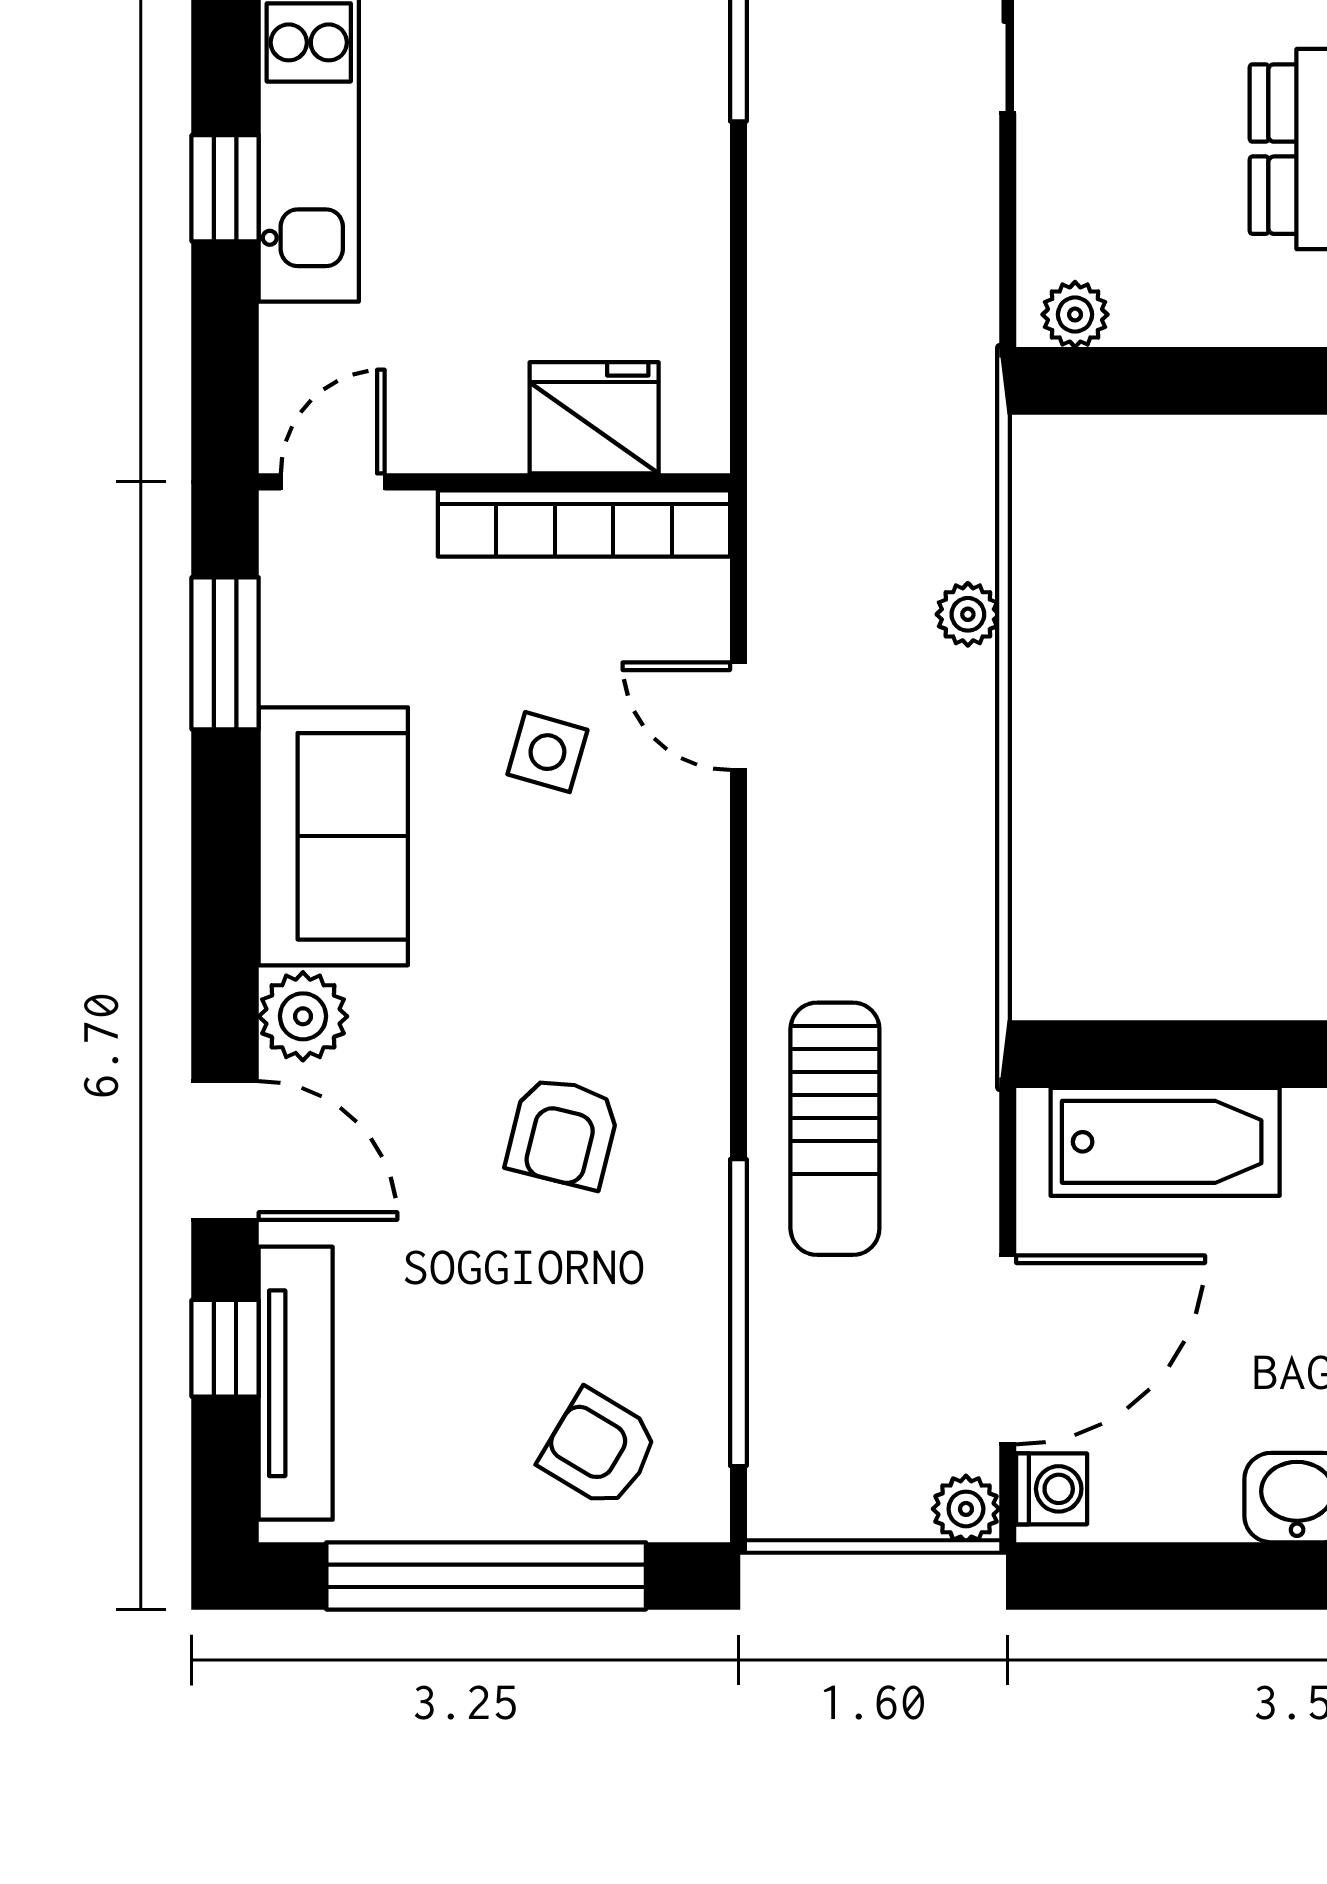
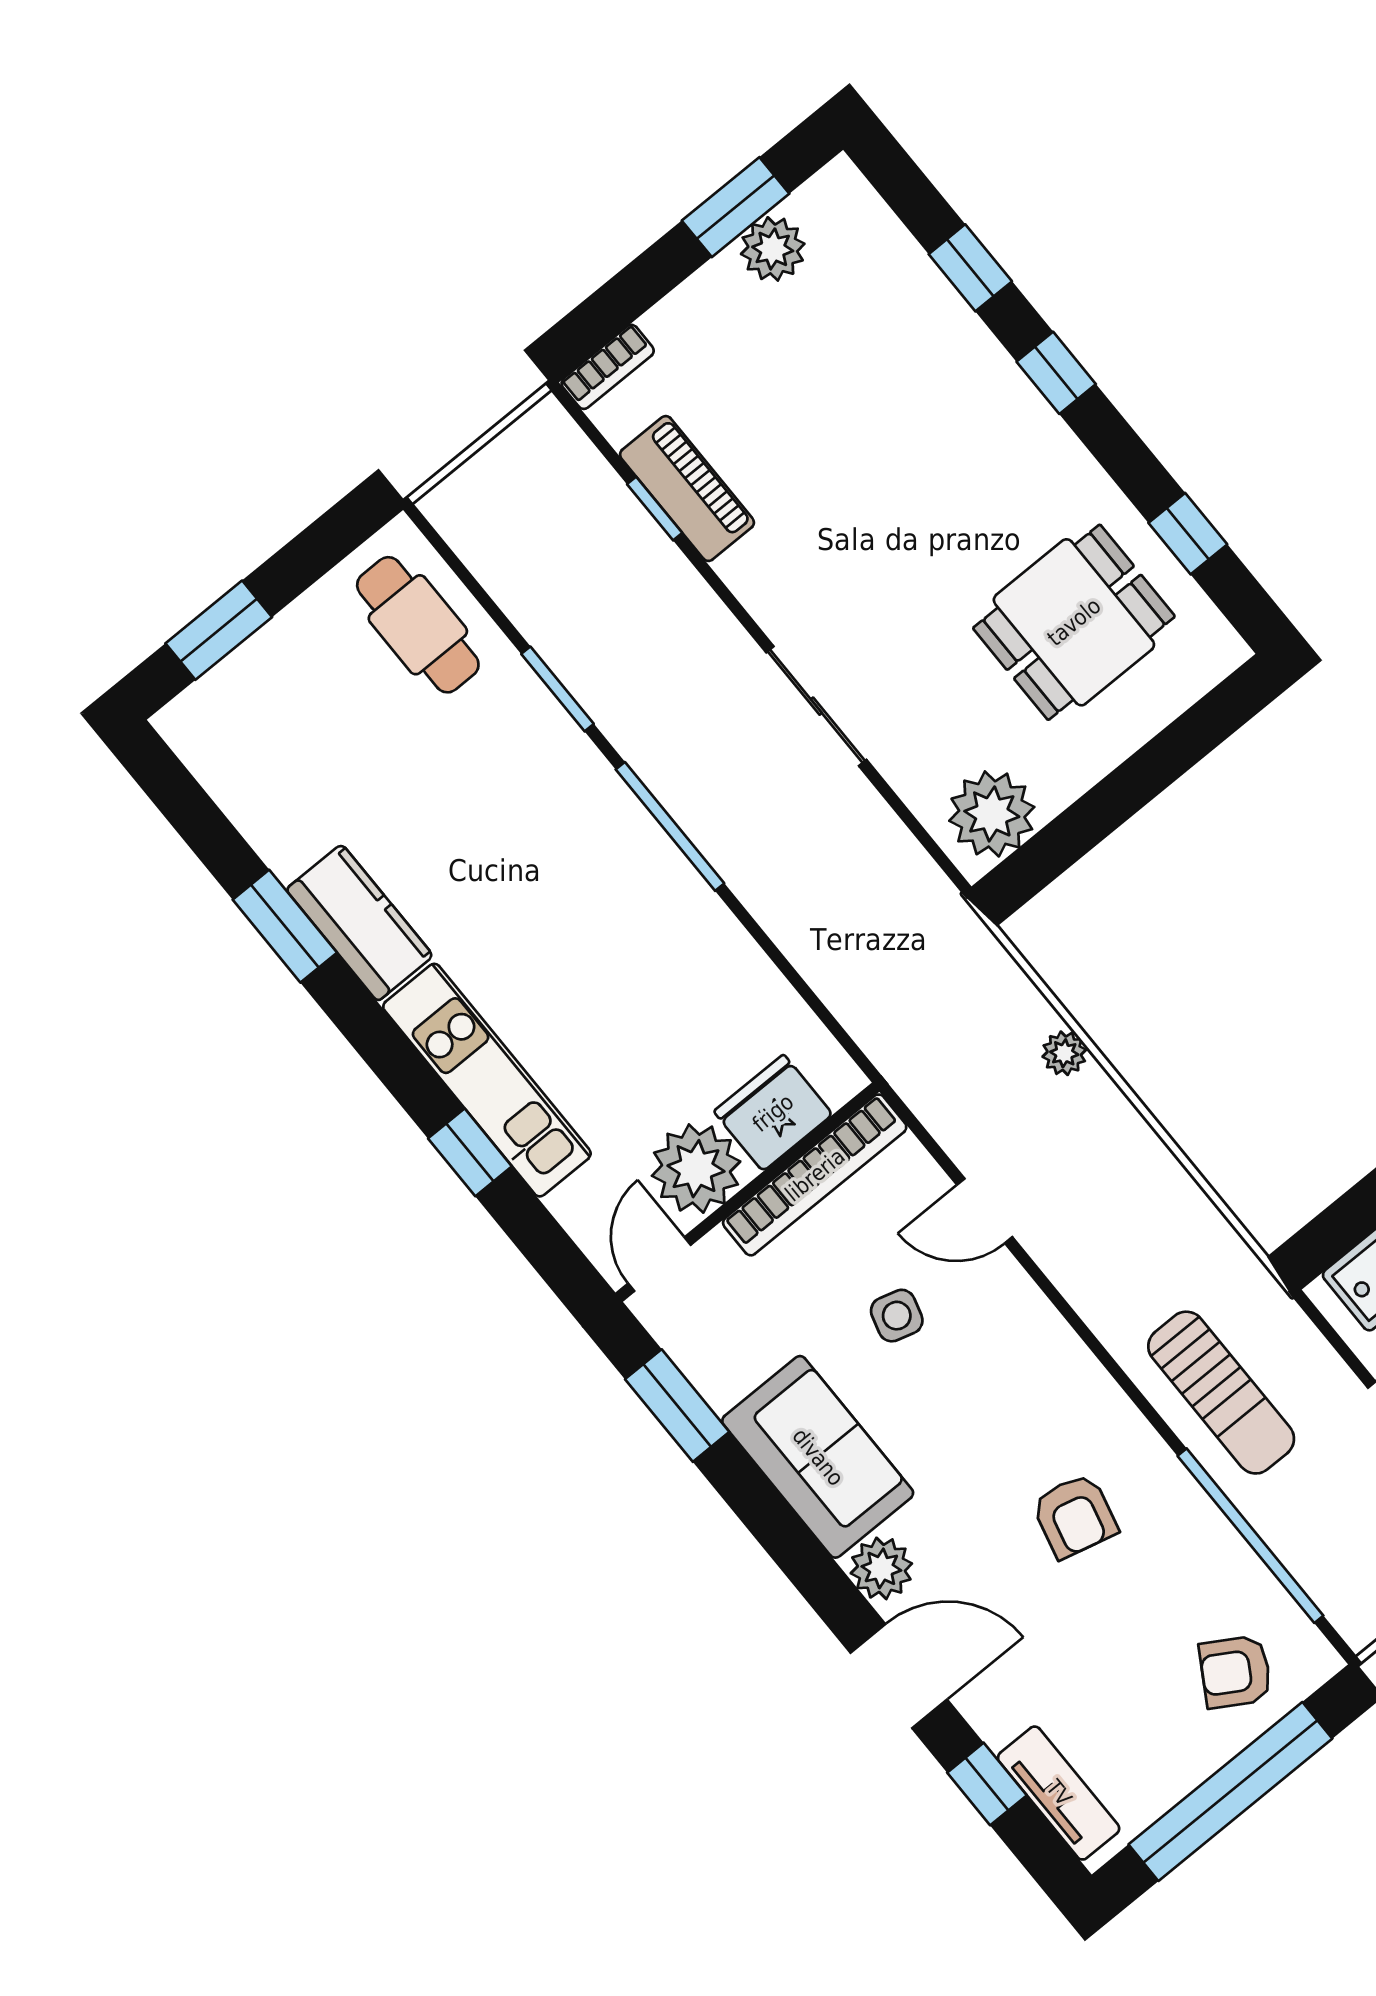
plant: (1075, 315) -> (992, 814), width x1.88, depth x1.88
plant: (459, 410) -> (696, 1169), added
tv unit: (296, 1383) -> (1059, 1793), width x0.71

